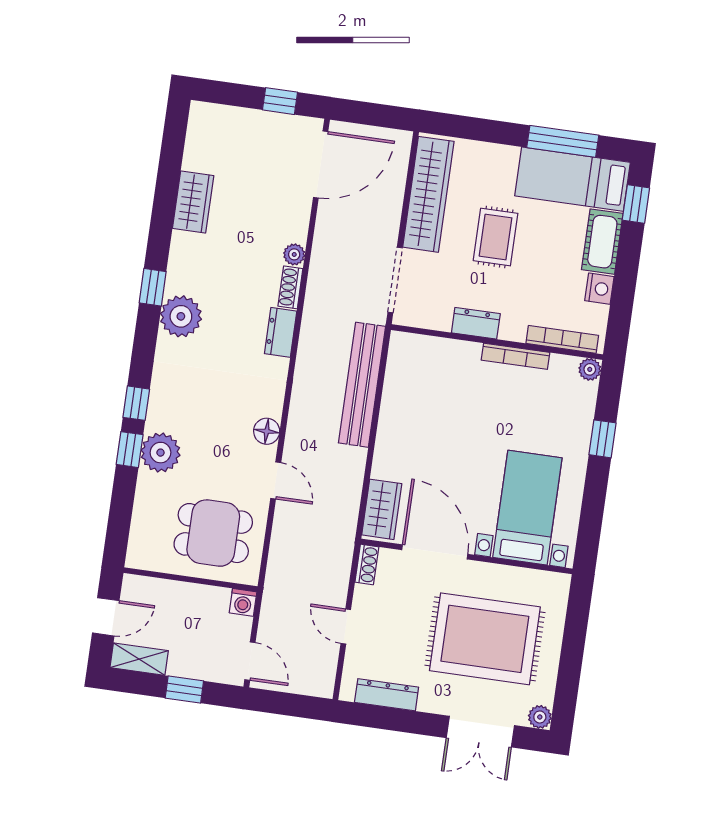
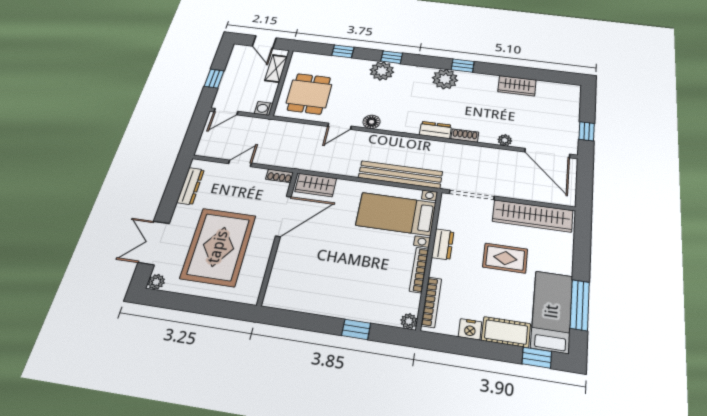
plant: (294, 254) -> (505, 140), moved
window: (130, 450) -> (343, 51), moved
plant: (160, 453) -> (382, 71), moved
bed with nightstands: (527, 508) -> (396, 214), moved, turned 180
shelving: (139, 659) -> (276, 68), moved

